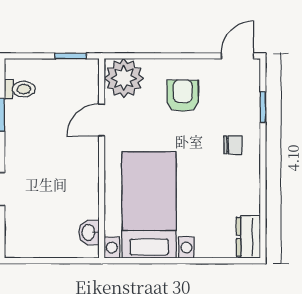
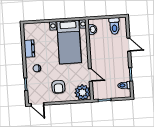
door: (237, 56) -> (37, 104), hinge flipped
door: (102, 120) -> (90, 75), hinge flipped
toilet: (34, 237) -> (114, 26), added
dresser: (248, 237) -> (29, 49), moved

